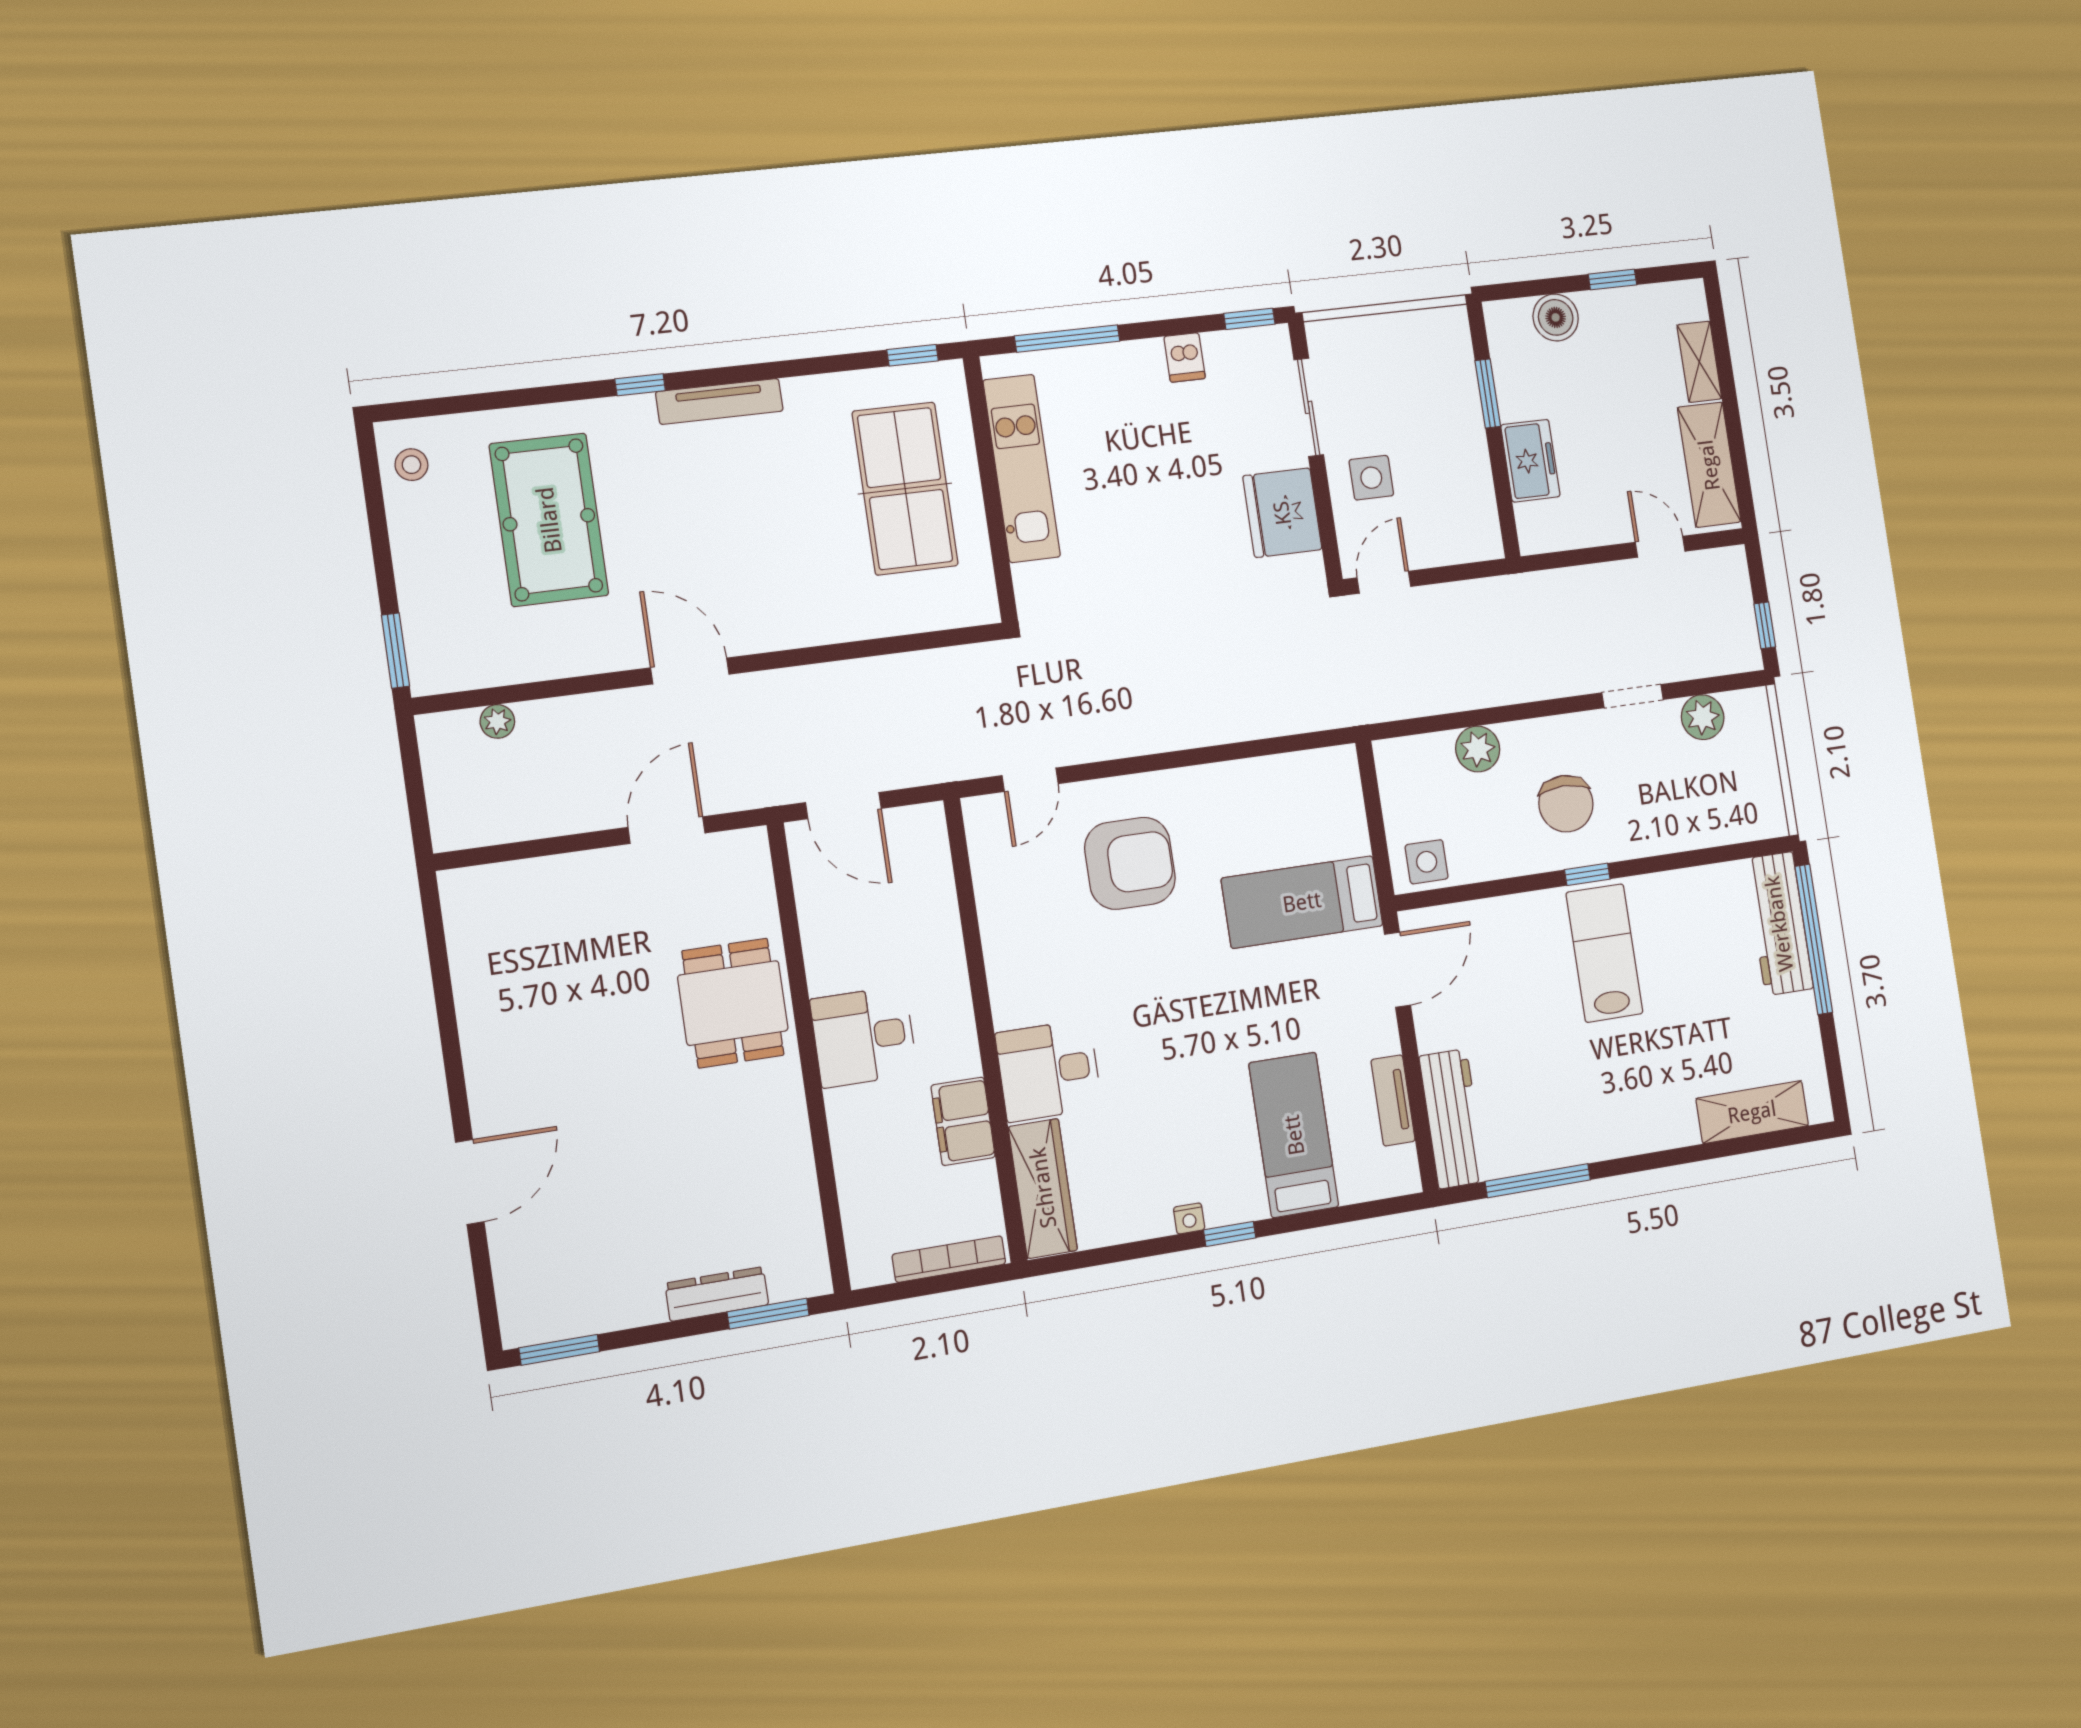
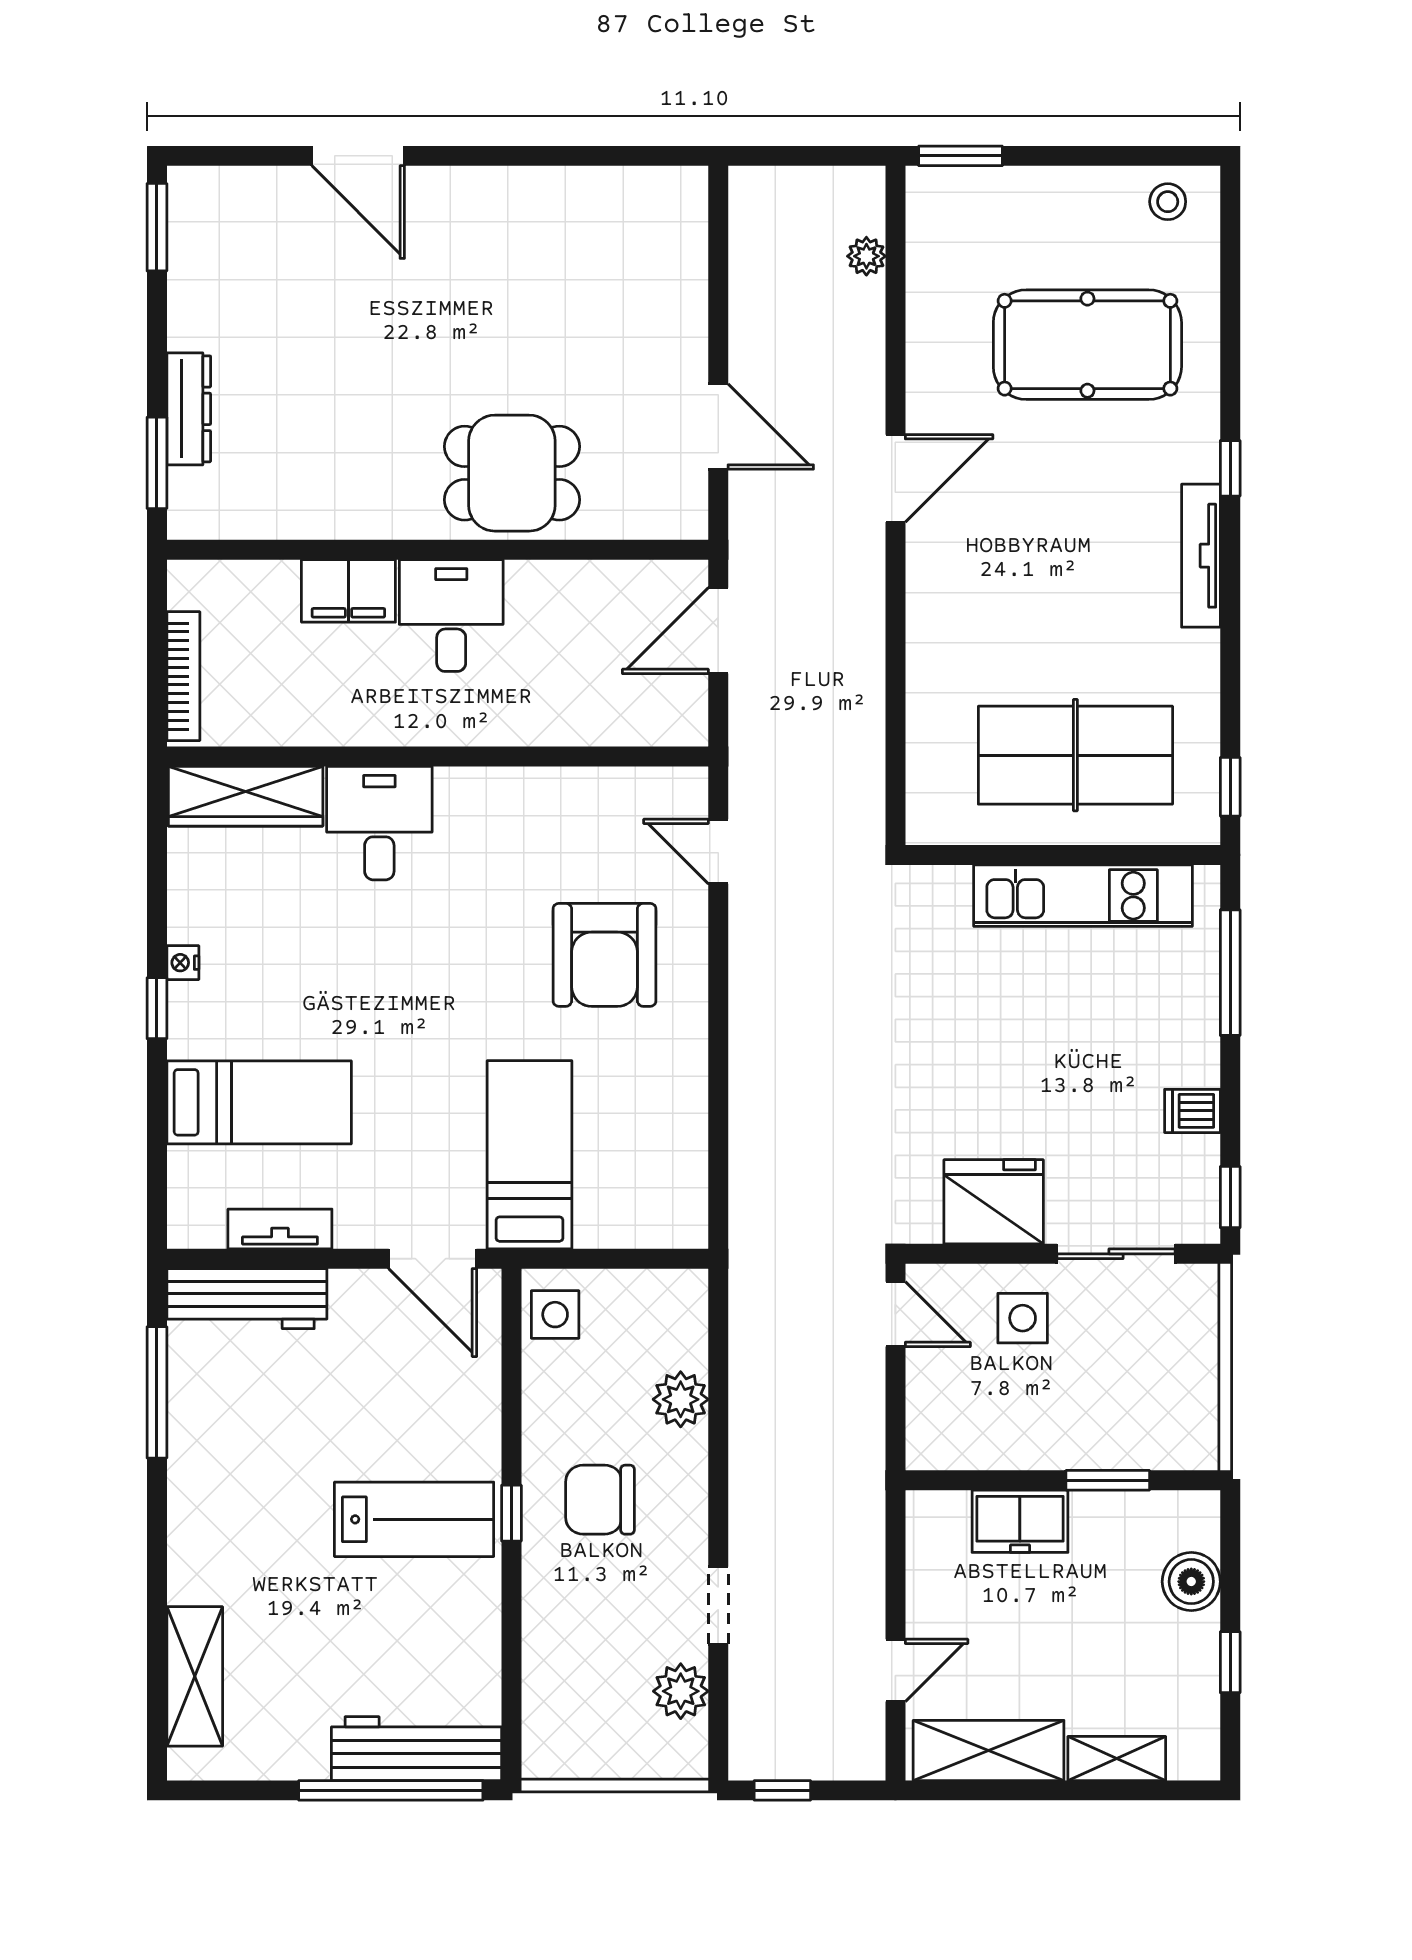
filing cabinet: (963, 1121) -> (348, 591), moved, turned 180

